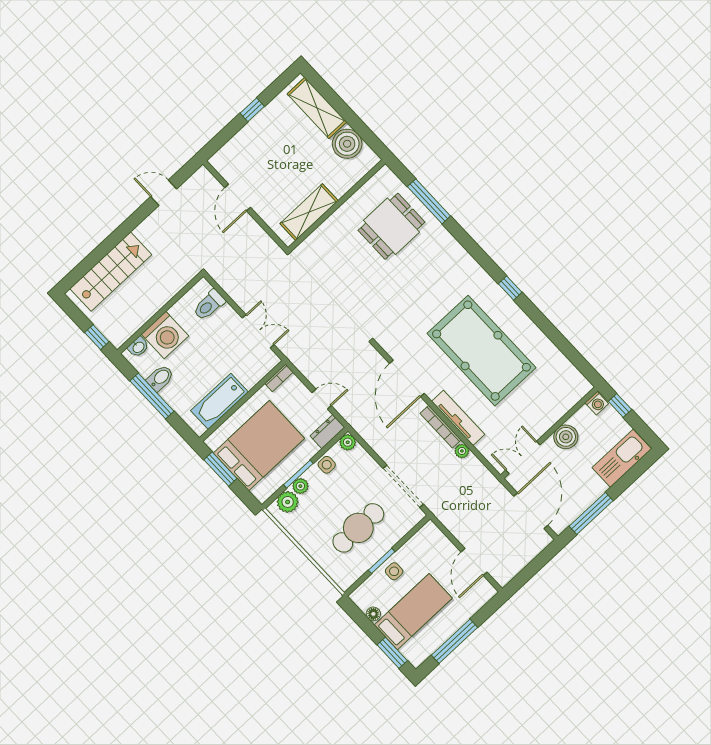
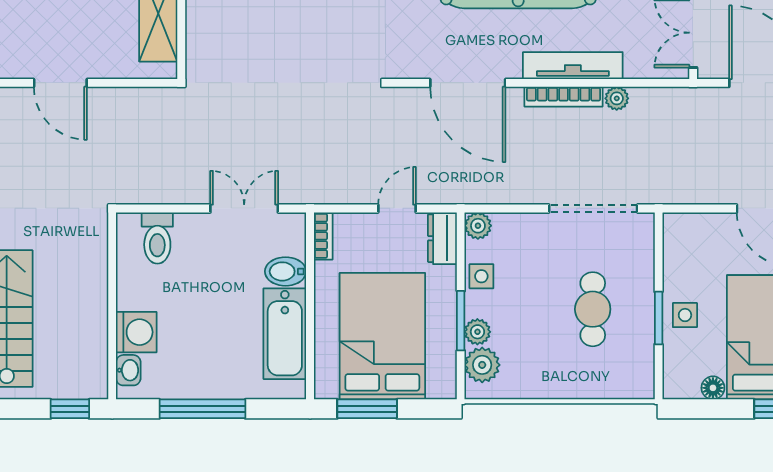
washing machine: (165, 335) -> (136, 332), width x0.73, depth x0.73
bidet: (160, 378) -> (285, 271), moved, turned -90
cafe table: (358, 528) -> (593, 309), width x0.73, depth x0.74

